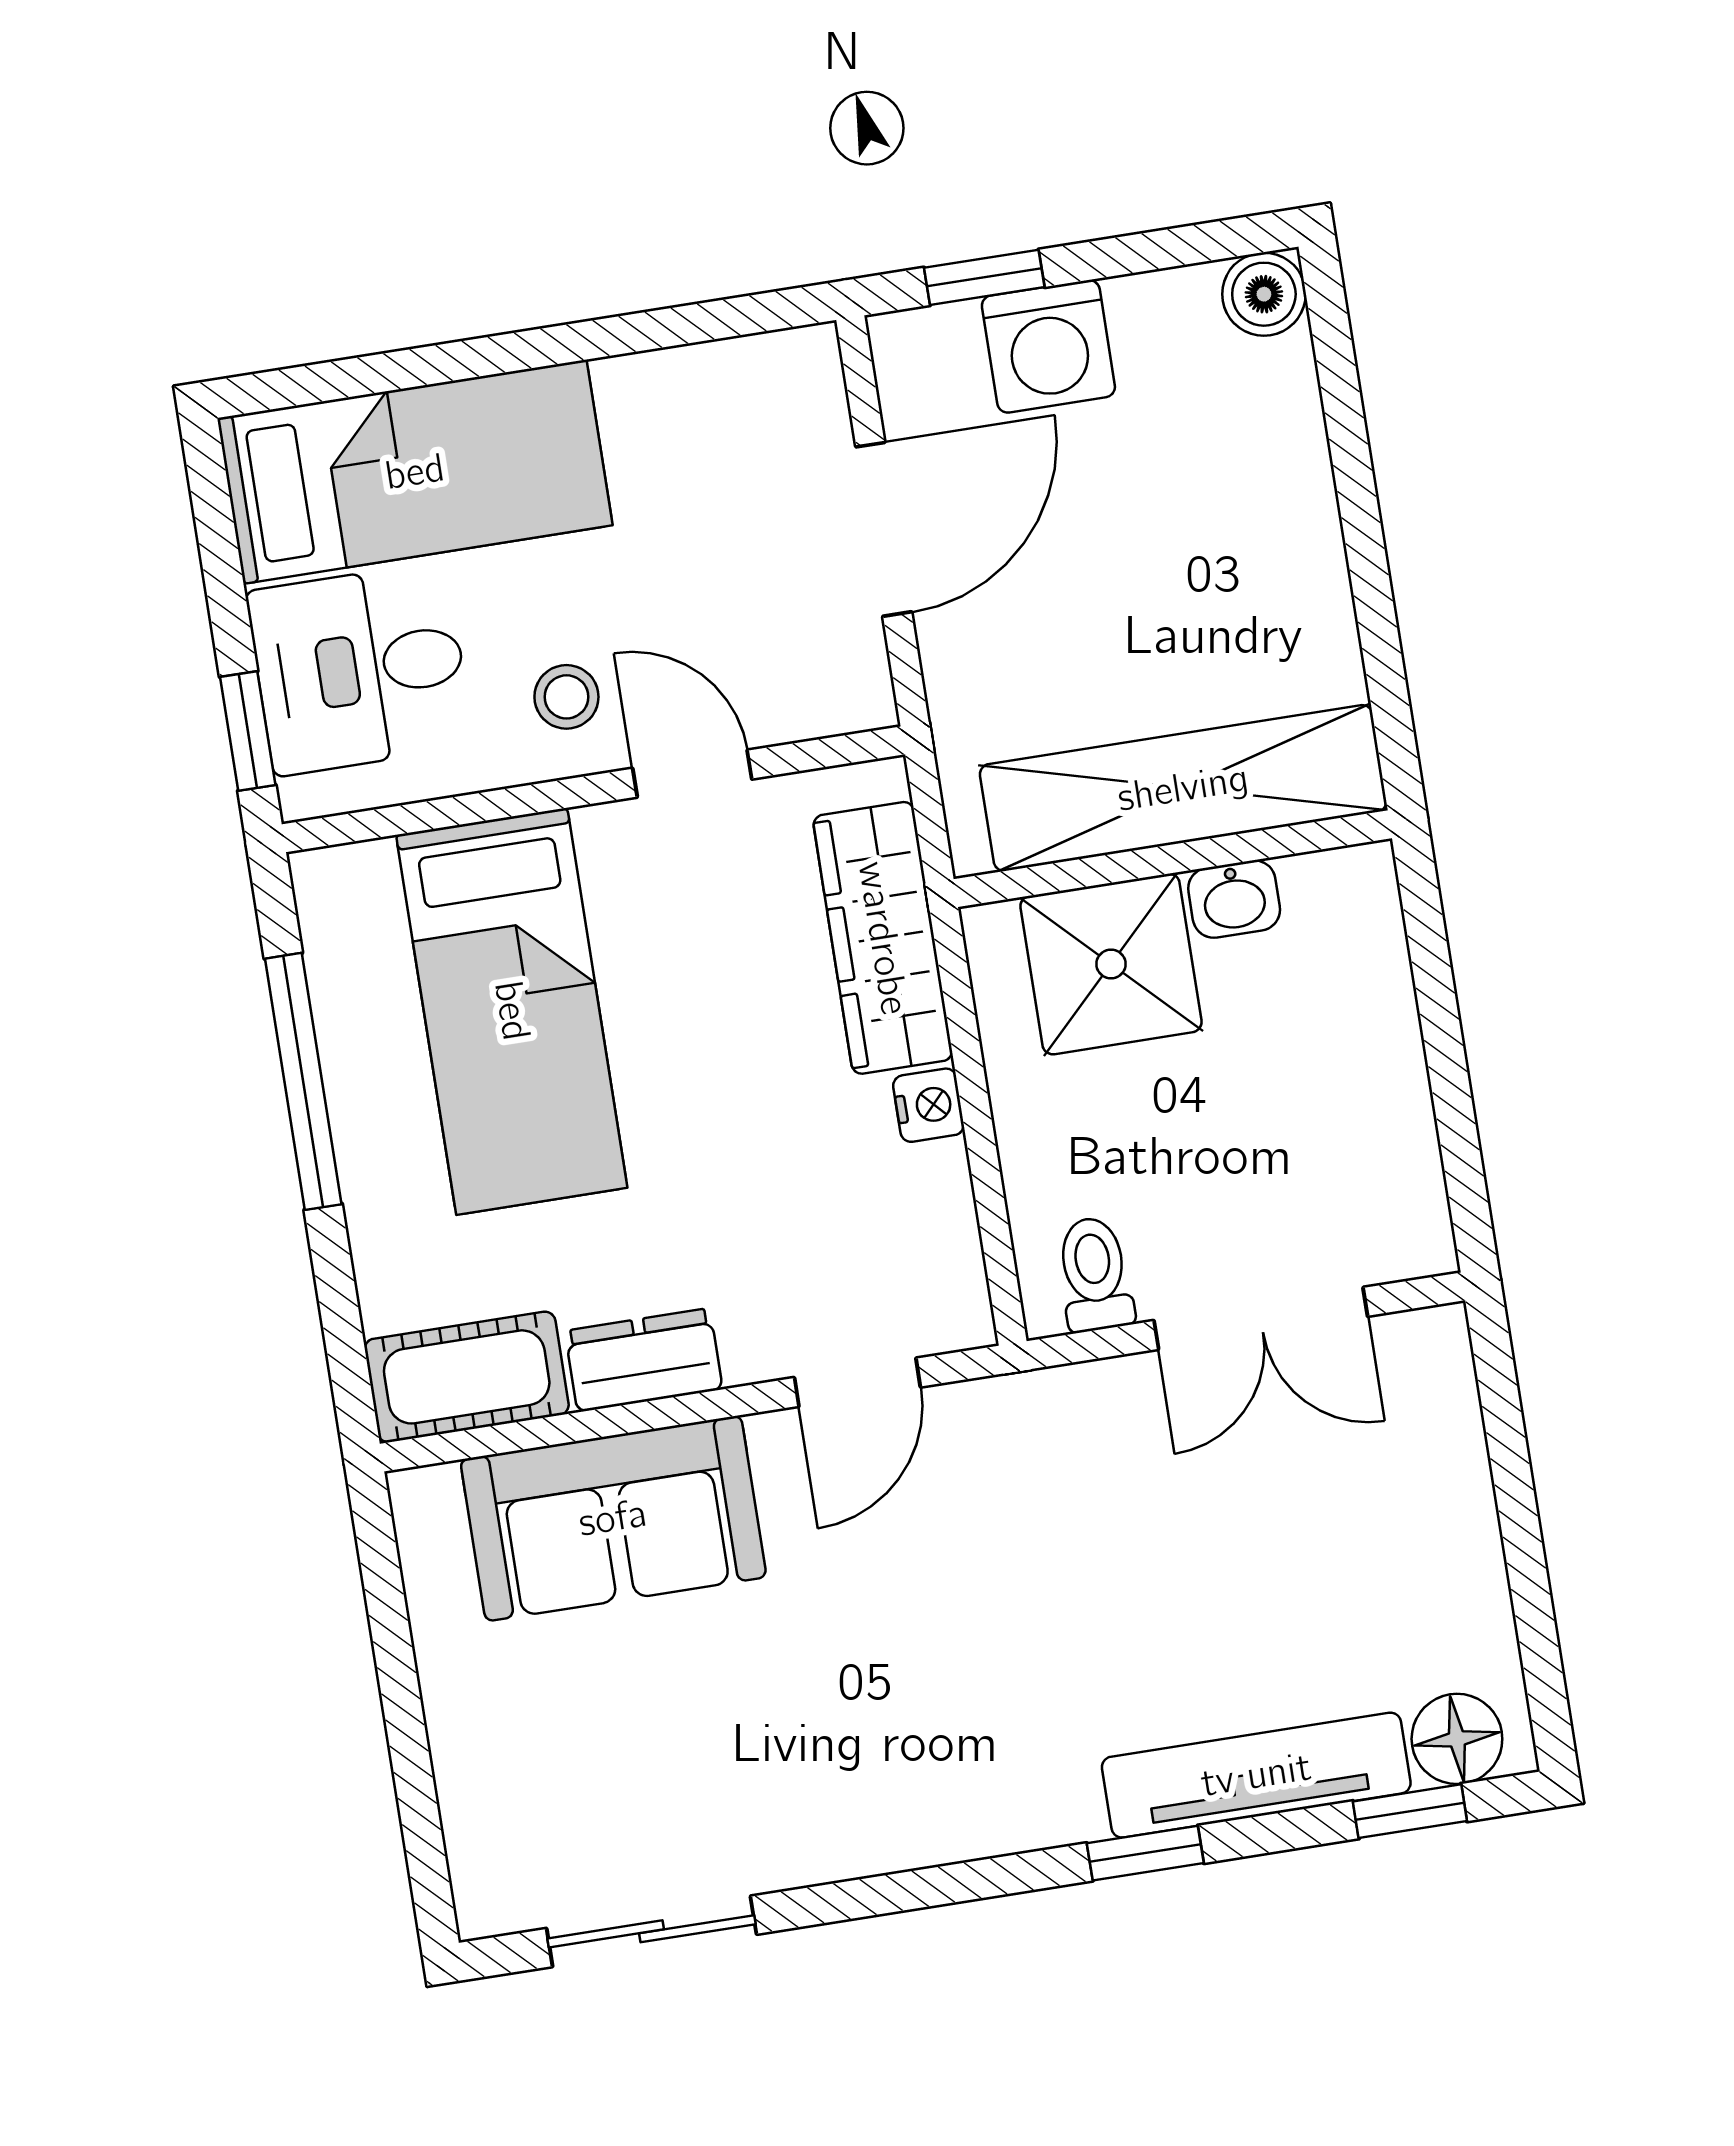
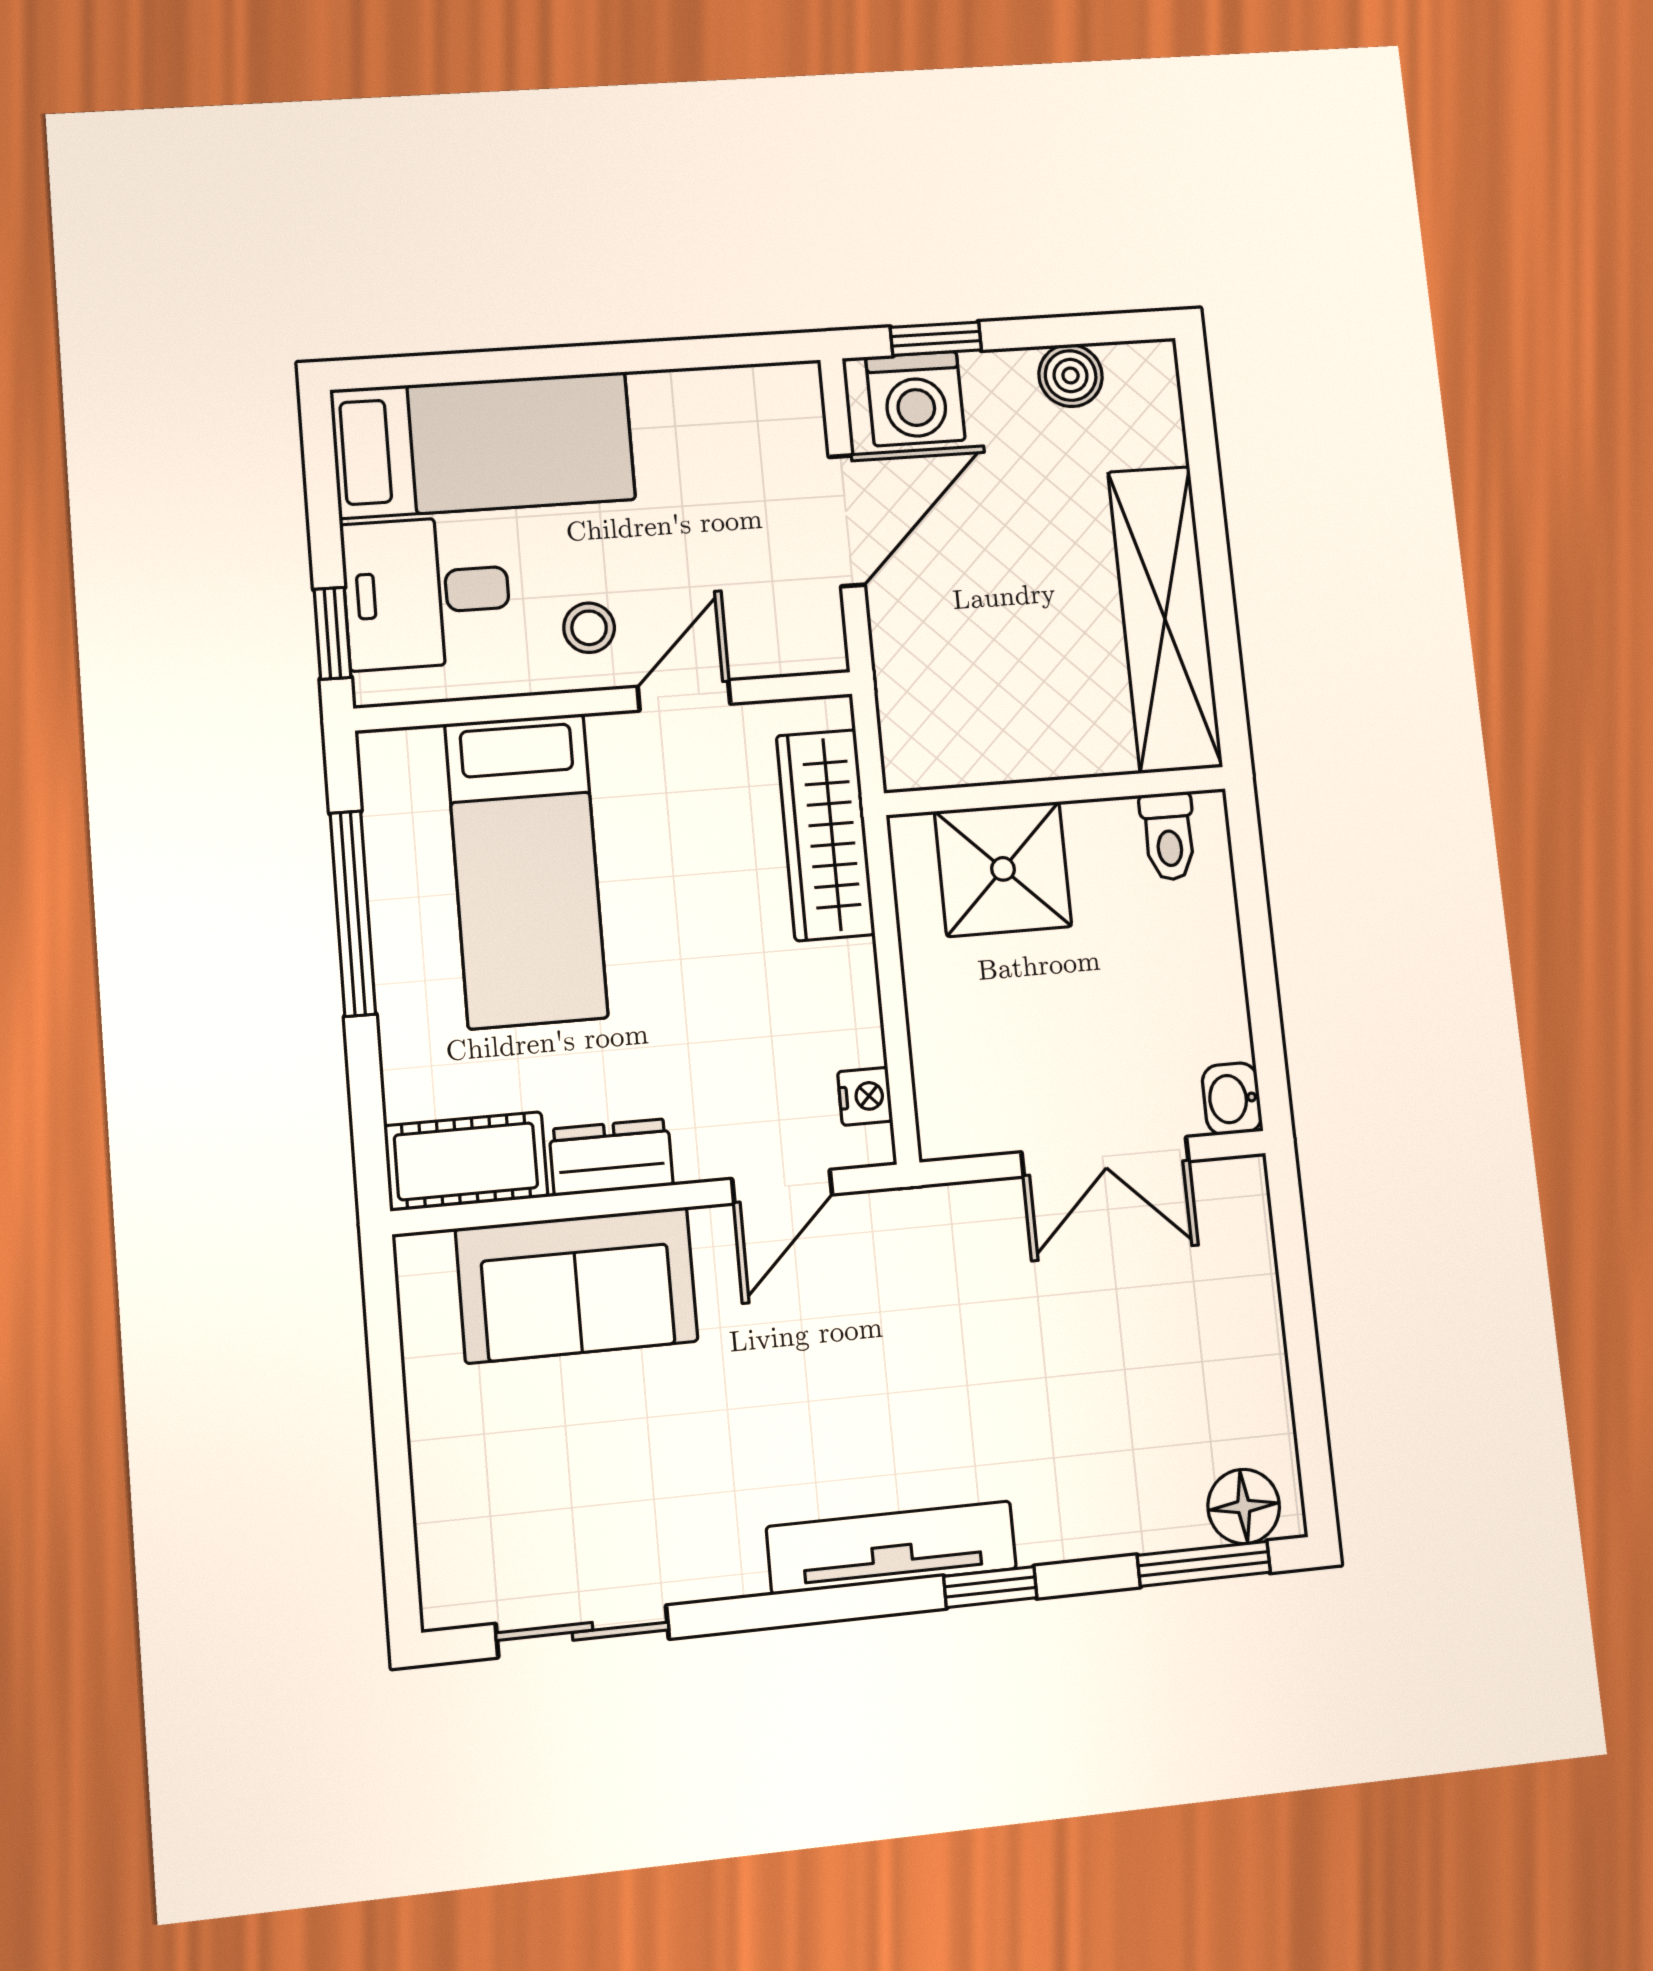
boiler: (1264, 294) -> (1071, 376), moved
washing machine: (1048, 346) -> (915, 399), moved
door: (692, 774) -> (684, 695), hinge flipped
shelving: (1183, 788) -> (1165, 619), moved, turned 90
washbasin: (1234, 899) -> (1232, 1099), moved, turned 90
nightstand: (929, 1105) -> (865, 1096), moved
toilet: (1095, 1274) -> (1169, 836), moved, turned 180
tv unit: (1256, 1775) -> (892, 1548), moved
window: (1410, 1811) -> (1204, 1564), width x1.50

